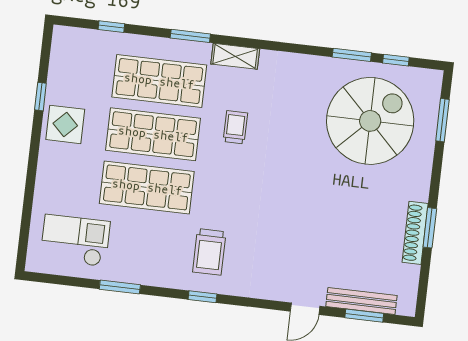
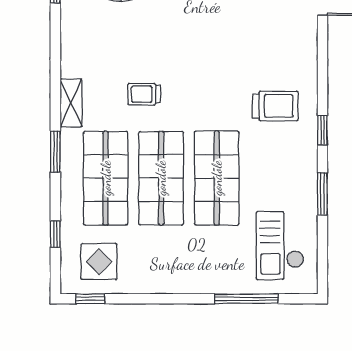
window: (40, 97) -> (90, 299), moved
display table: (65, 124) -> (99, 262), moved
window: (28, 202) -> (246, 299), added
window: (203, 297) -> (322, 130), moved

